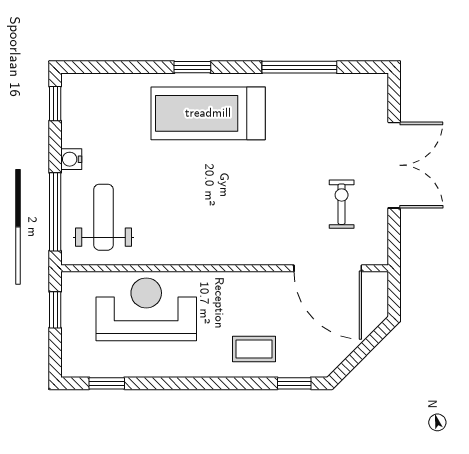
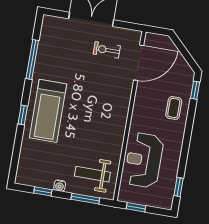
window: (55, 104) -> (43, 191), moved
window: (55, 212) -> (85, 199), width x0.69

